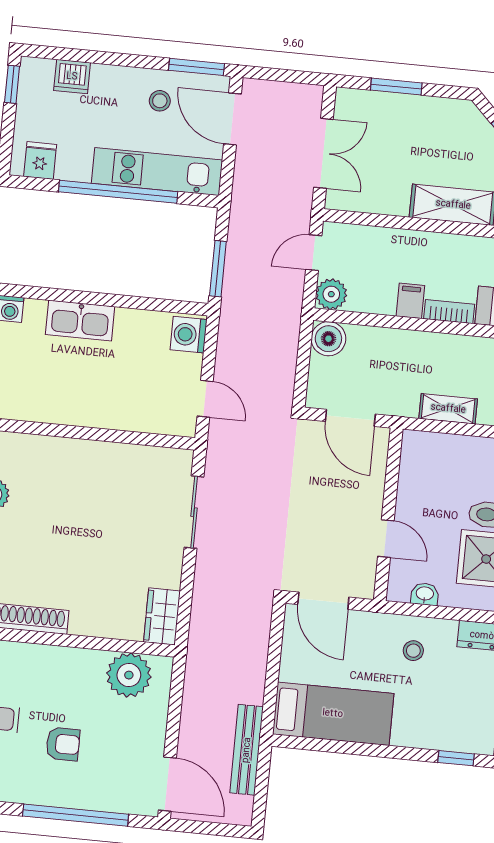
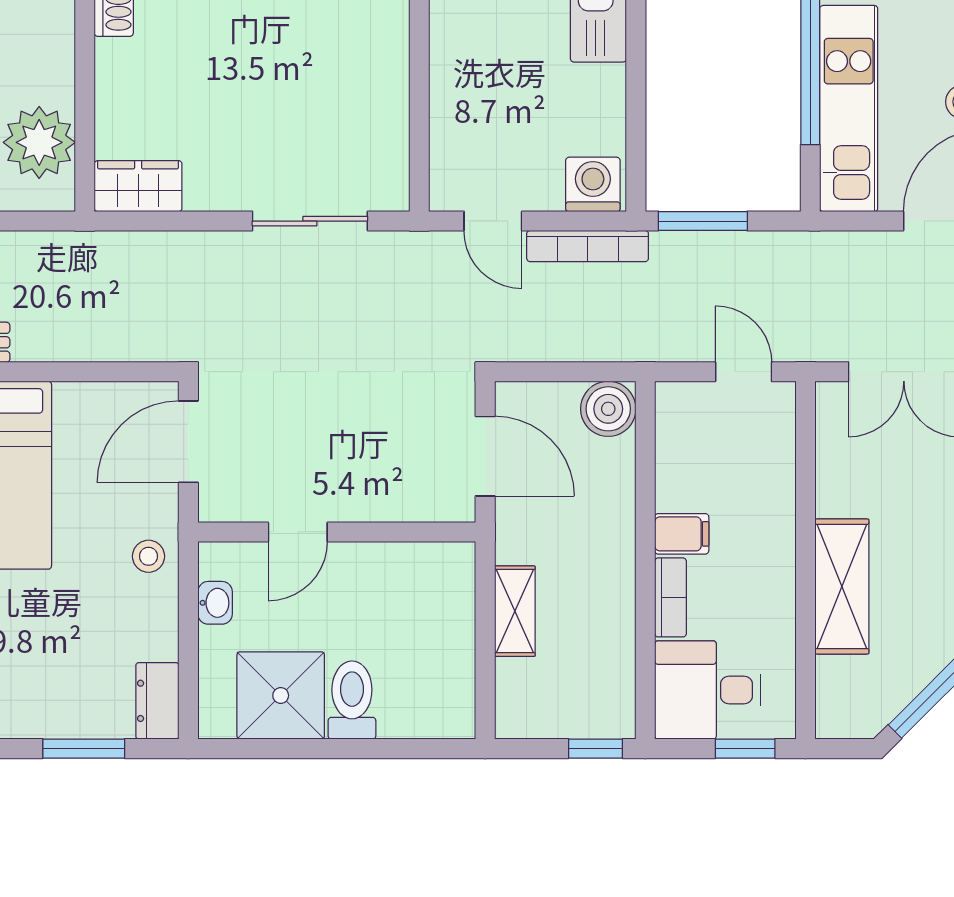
plant: (331, 294) -> (680, 406), removed
bookcase: (226, 342) -> (588, 246), added
door: (205, 399) -> (493, 221), hinge flipped
door: (350, 418) -> (485, 456), swing flipped
stool: (413, 651) -> (148, 556), moved

